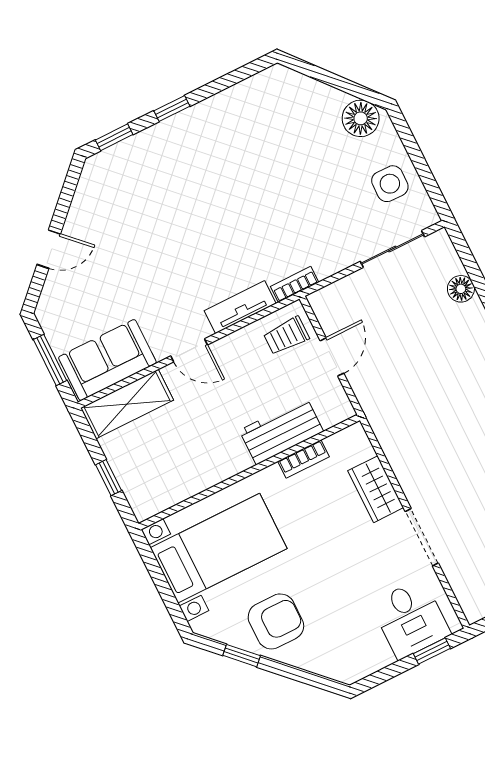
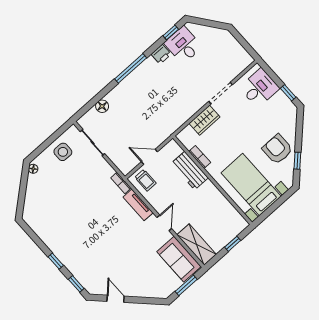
floor lamp: (361, 118) -> (33, 169), width x0.53, depth x0.53
door: (49, 249) -> (116, 299), moved
window: (432, 651) -> (288, 93), moved

